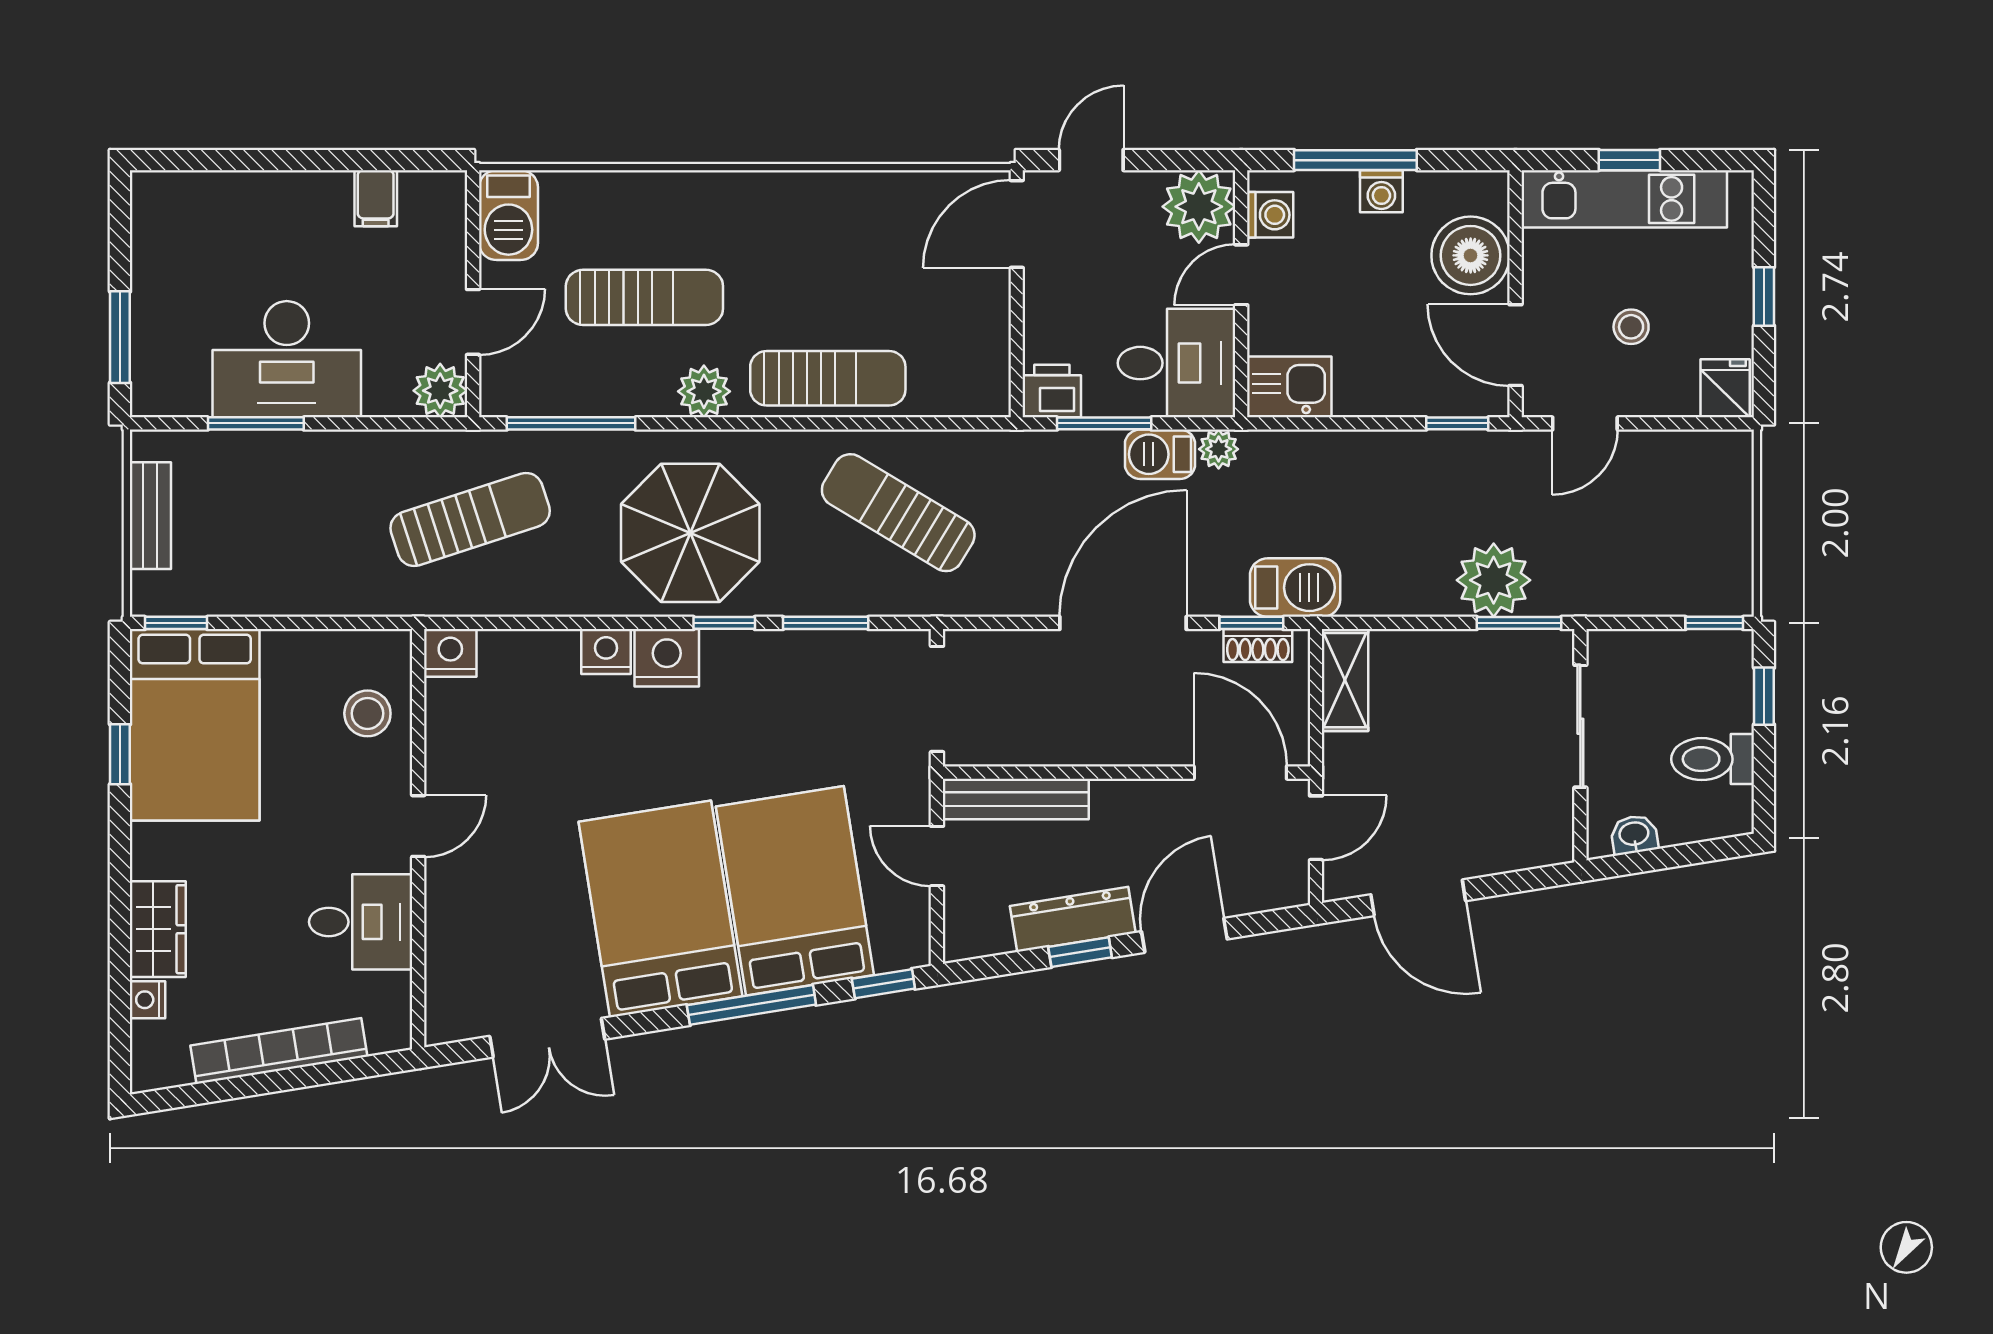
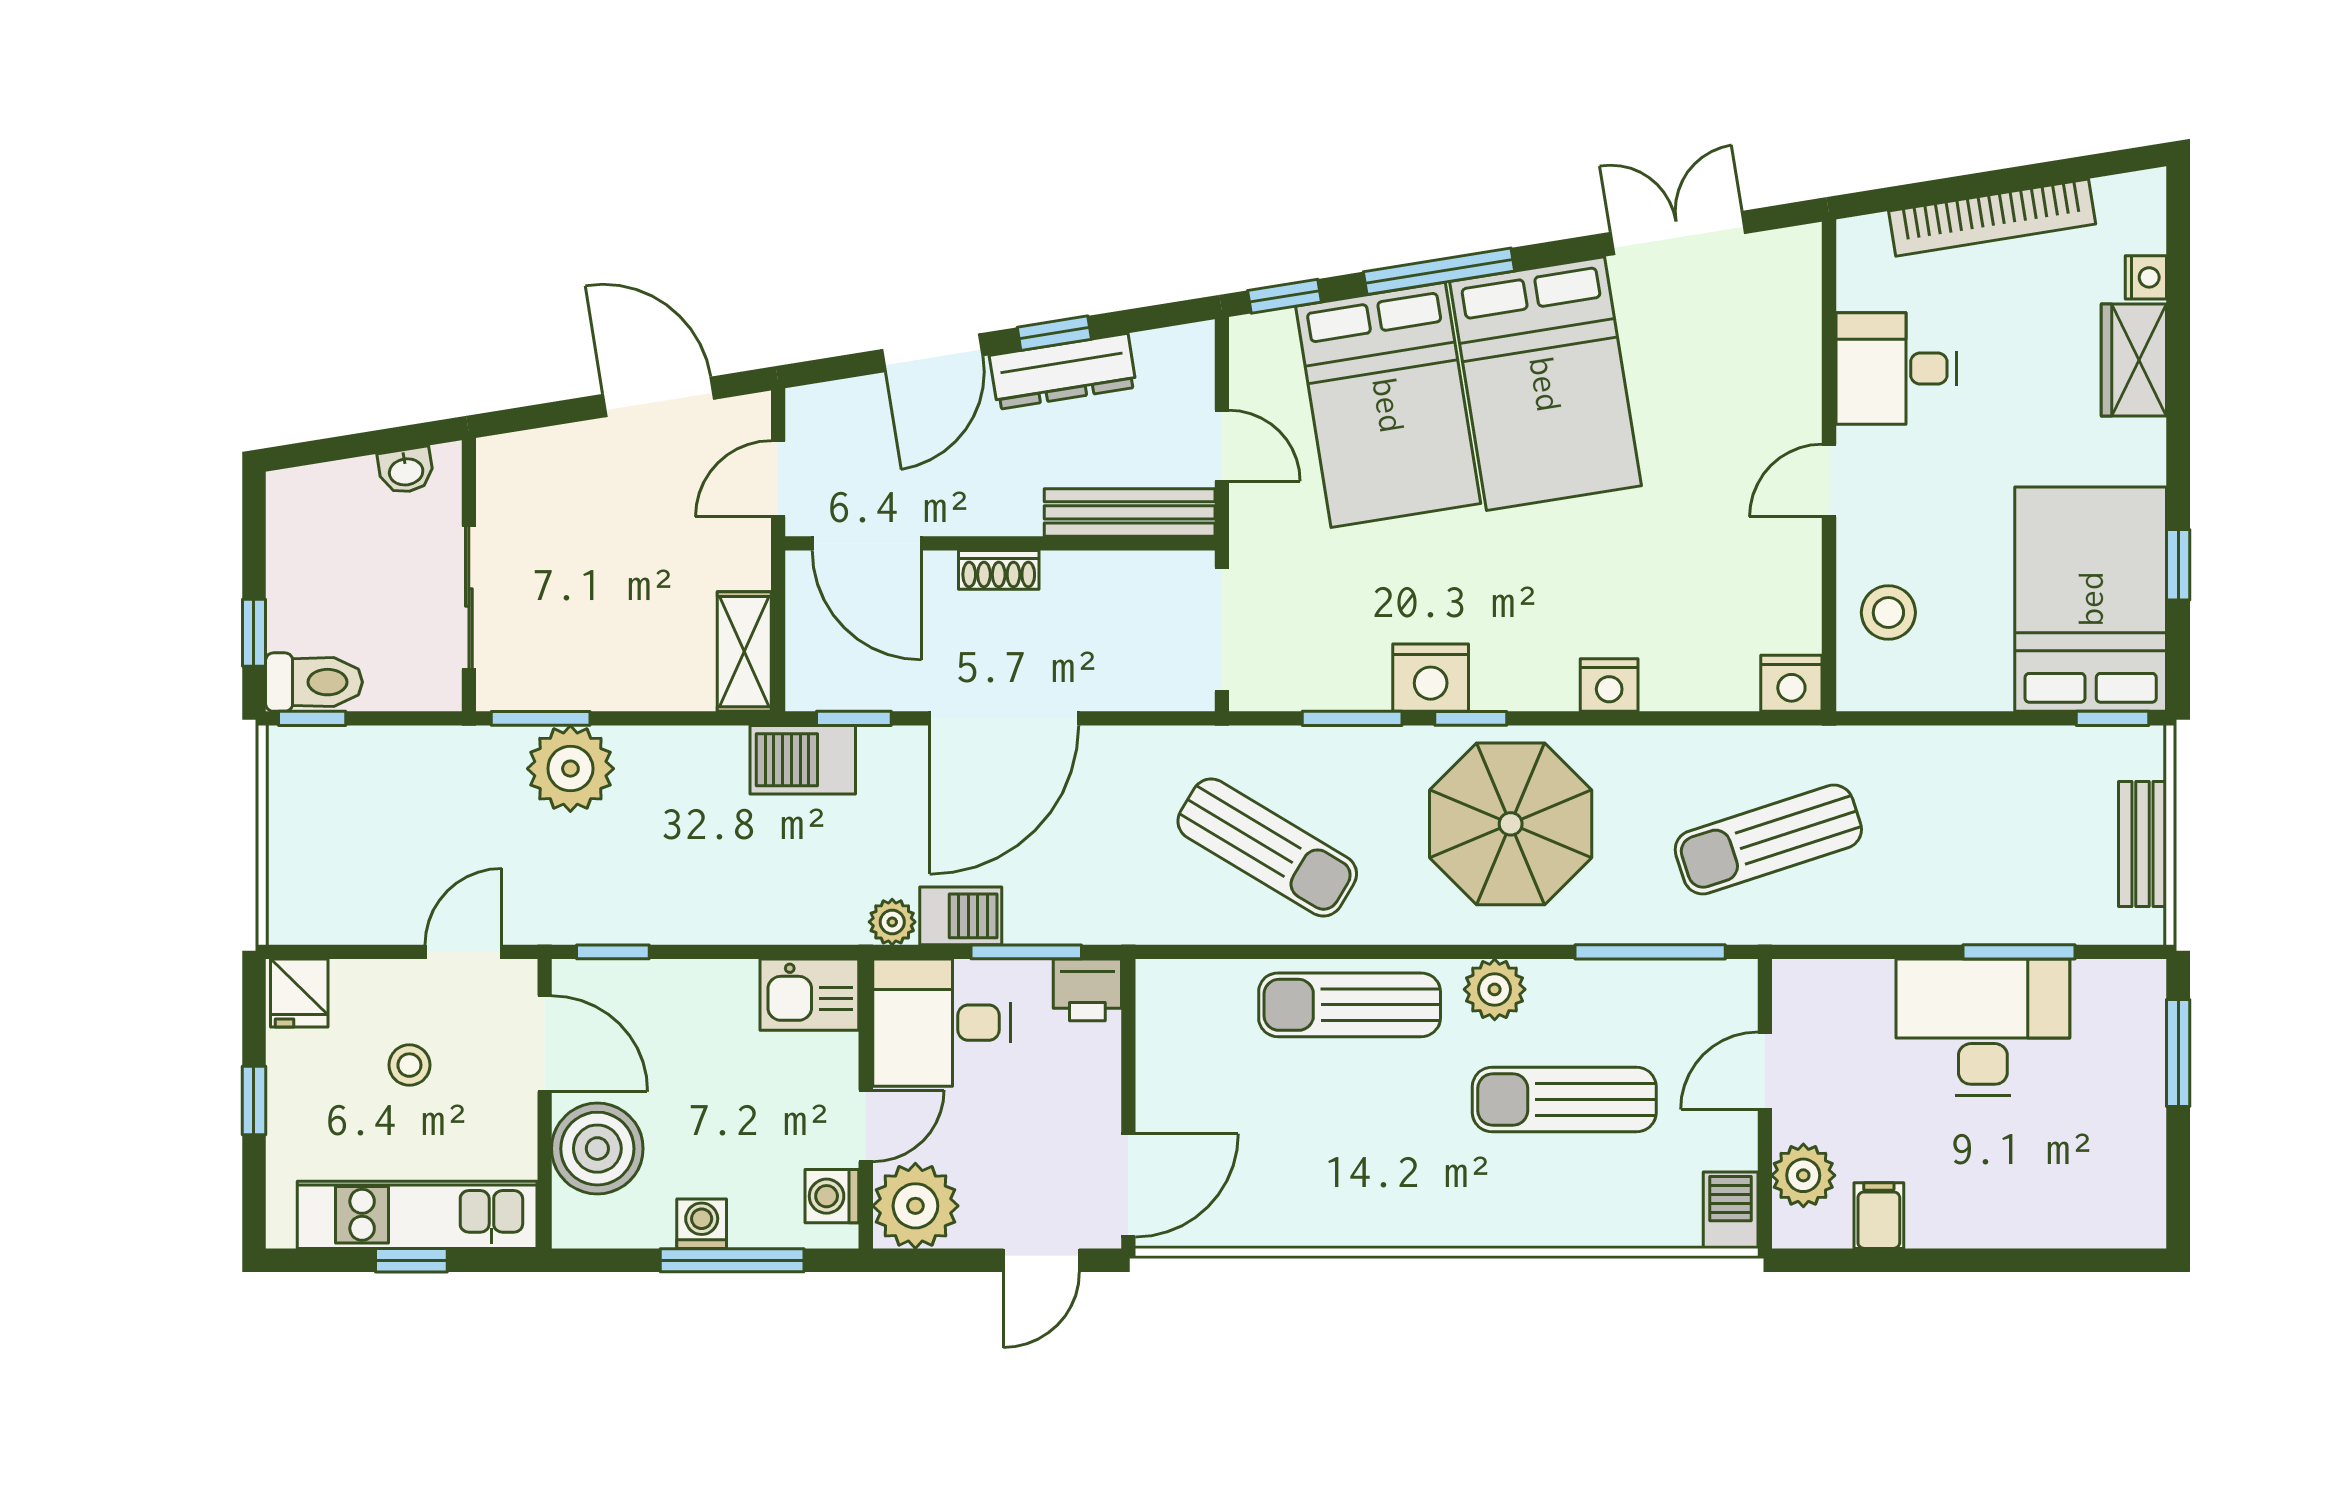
barbecue: (508, 215) -> (1731, 1210), width x0.73, depth x0.79
plant: (440, 391) -> (1803, 1175), moved
shoe rack: (1258, 646) -> (999, 570), moved, turned 180
nightstand: (667, 658) -> (1431, 678), moved
toilet: (1713, 759) -> (314, 682), moved

